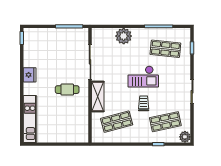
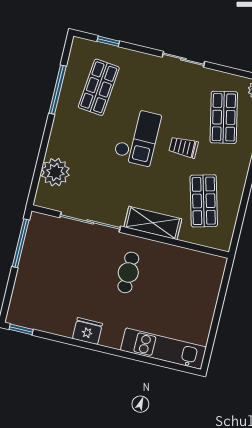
plant: (124, 36) -> (55, 172), moved

